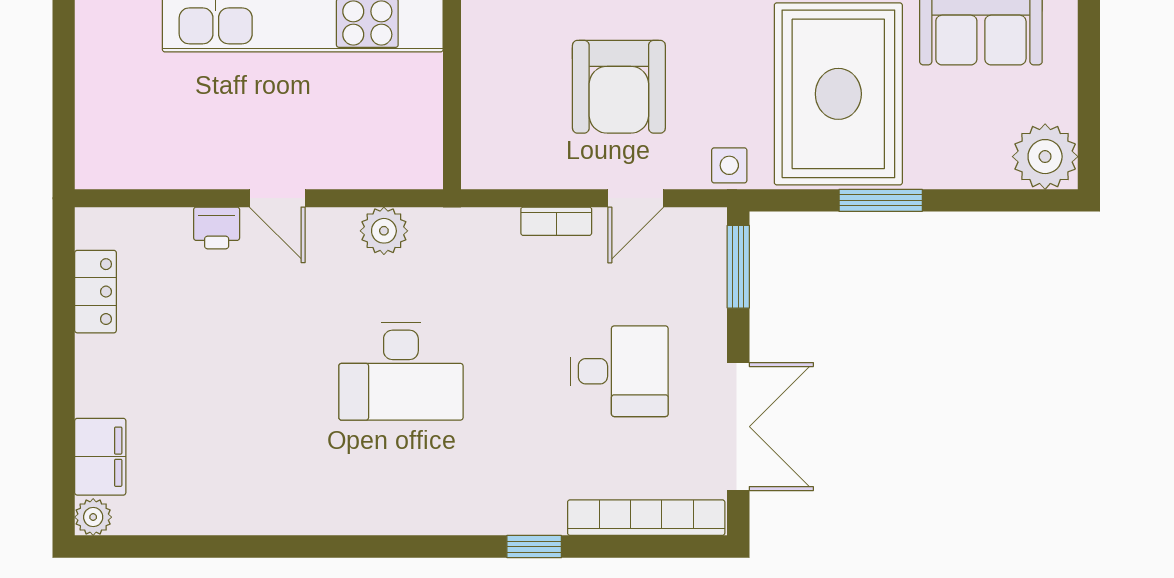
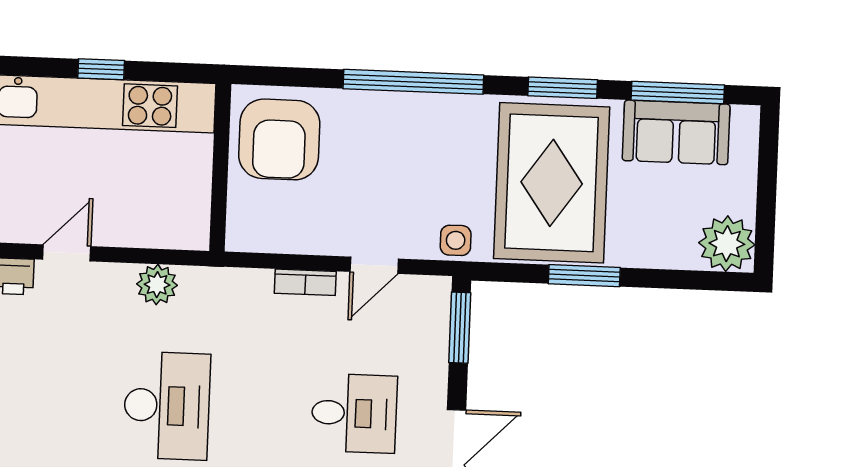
armchair: (619, 87) -> (279, 139), moved
door: (277, 198) -> (67, 253), swing flipped
desk: (401, 371) -> (167, 406), turned -90

